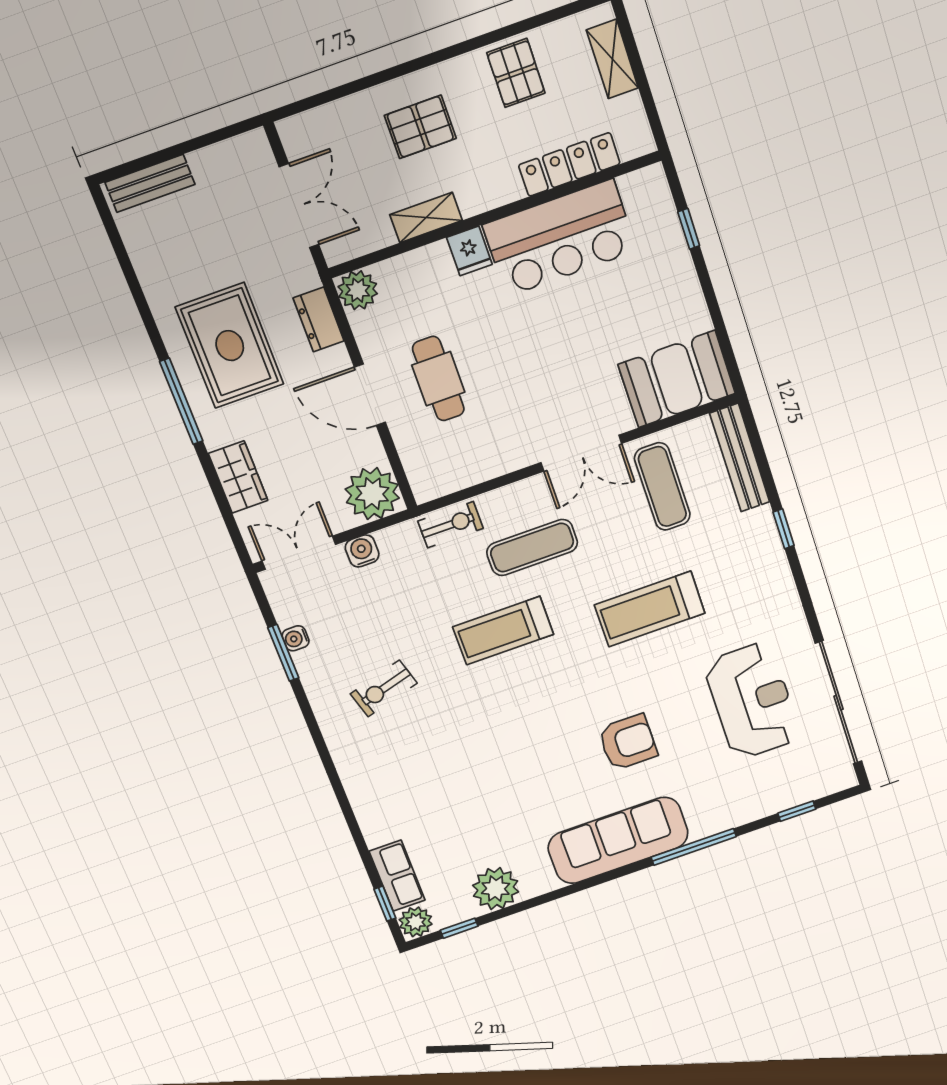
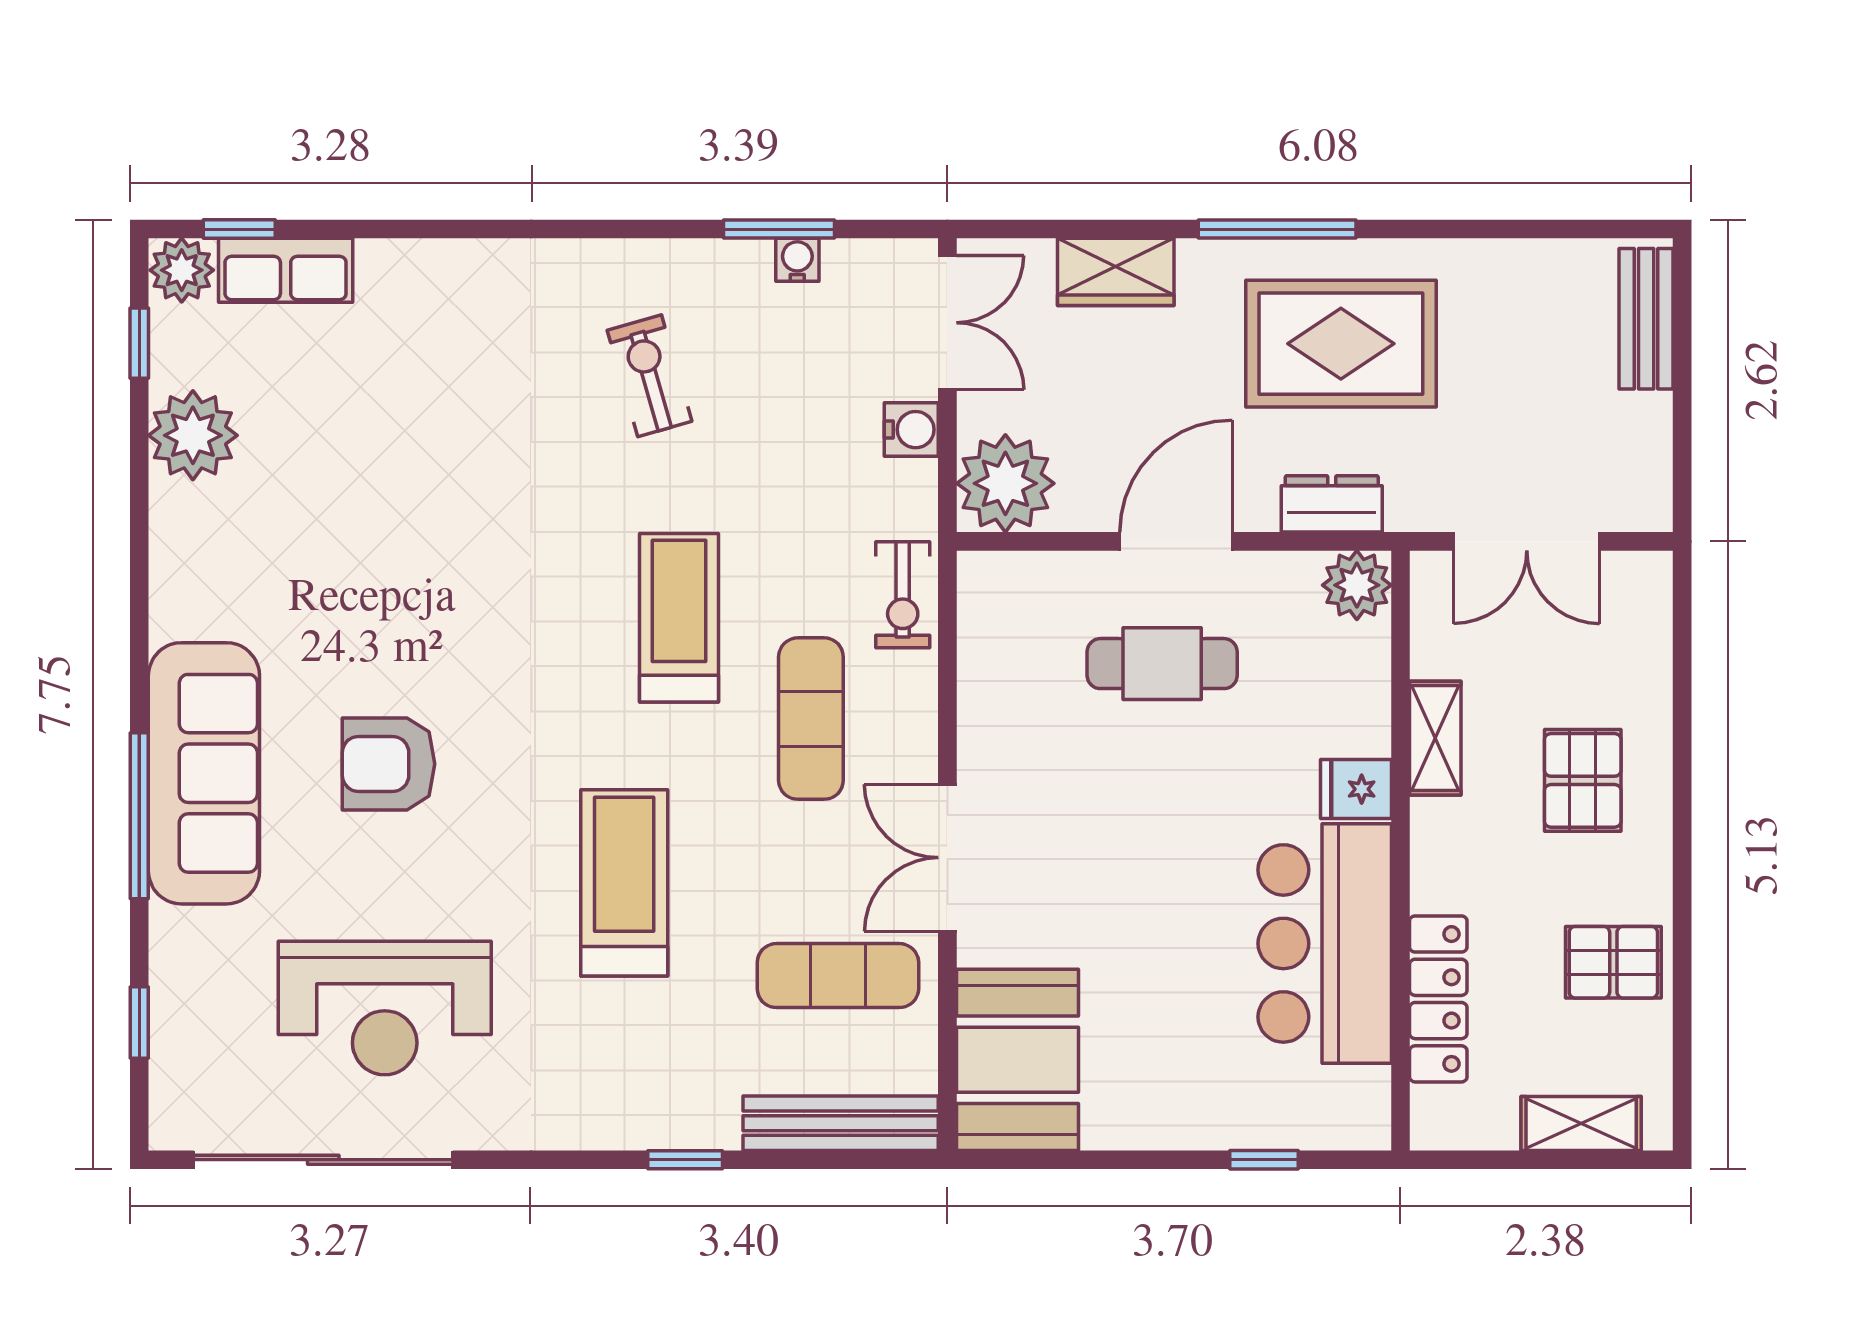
armchair: (628, 742) -> (388, 764), turned 90
sofa: (618, 840) -> (204, 773), moved

